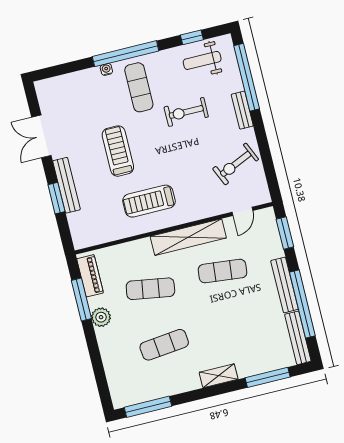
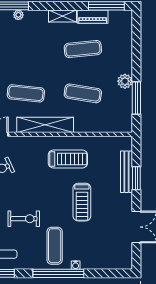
bench: (66, 185) -> (127, 172), moved
piano: (90, 276) -> (93, 17), moved, turned -90
plant: (256, 368) -> (18, 15), added
shelving: (219, 376) -> (62, 16), moved

